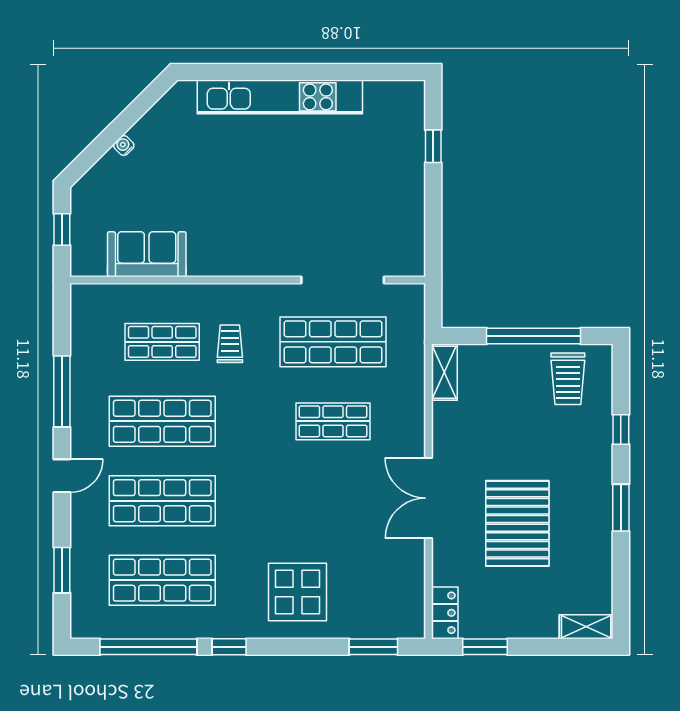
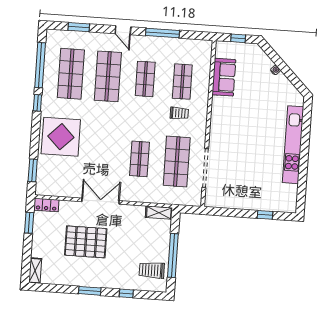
shop shelf: (162, 421) -> (145, 79), width x0.70, depth x0.74
display table: (298, 592) -> (61, 137), width x1.36, depth x1.36

